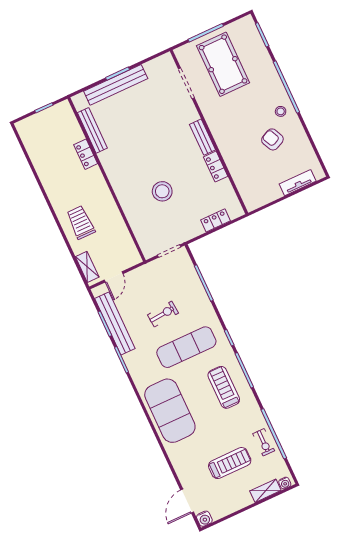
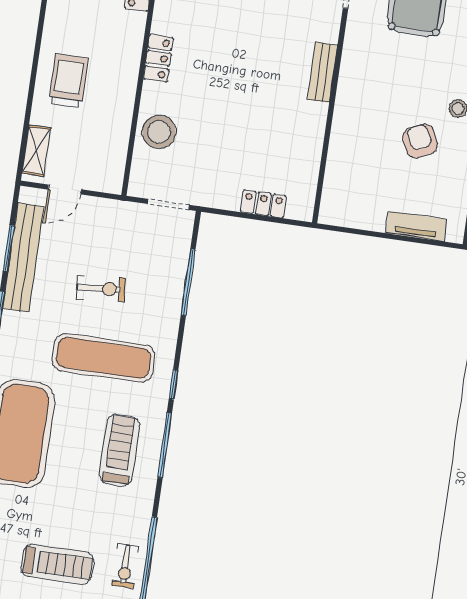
locker: (216, 167) -> (158, 58), moved, turned 180
stool: (162, 191) -> (159, 132), moved

